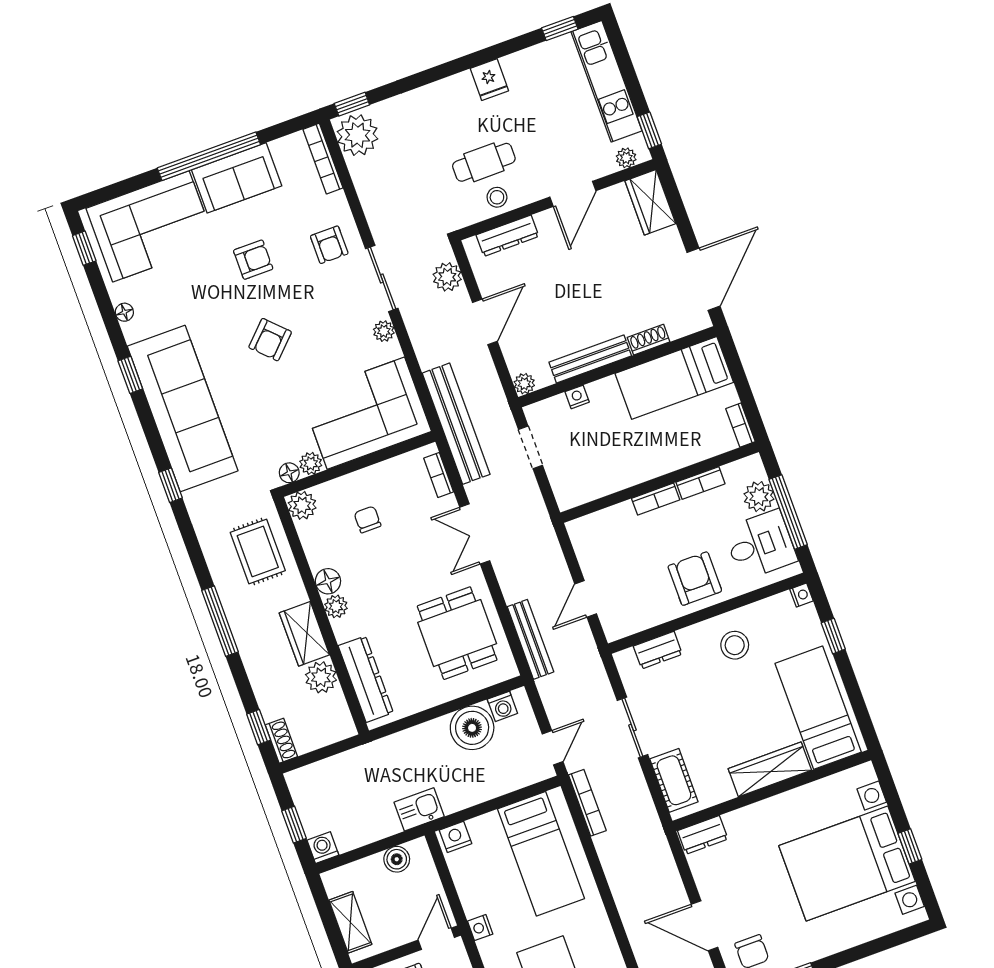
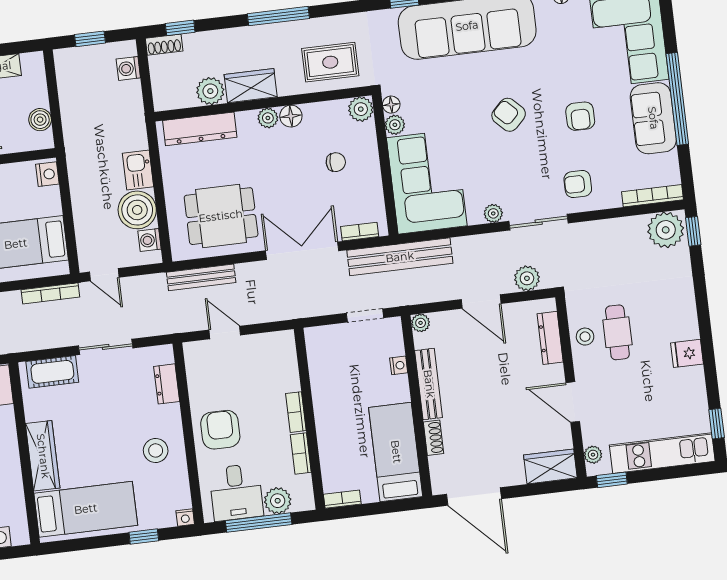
double door: (475, 534) -> (302, 251), width x1.37
armchair: (695, 579) -> (220, 430), turned -90
kitchen sink: (419, 809) -> (138, 170), moved, turned 180
washing machine: (323, 848) -> (128, 68), moved, turned 180

